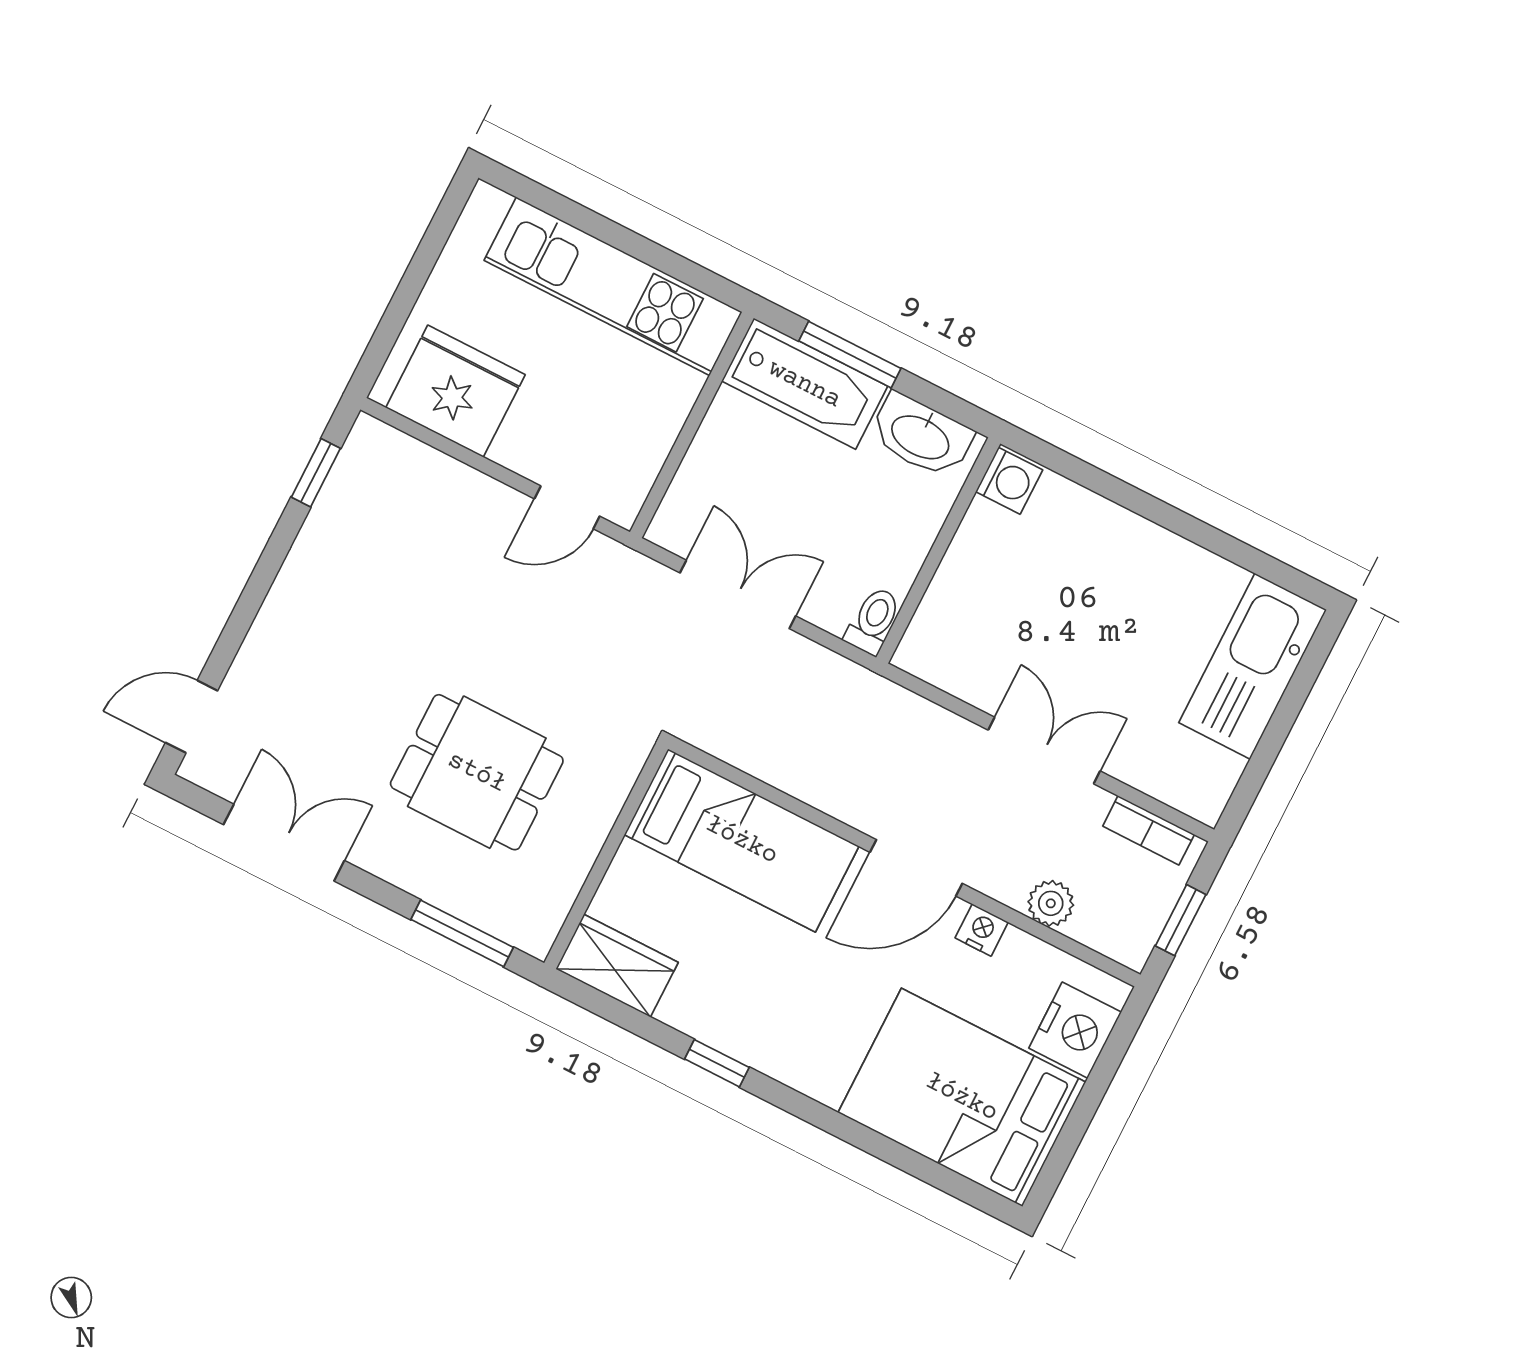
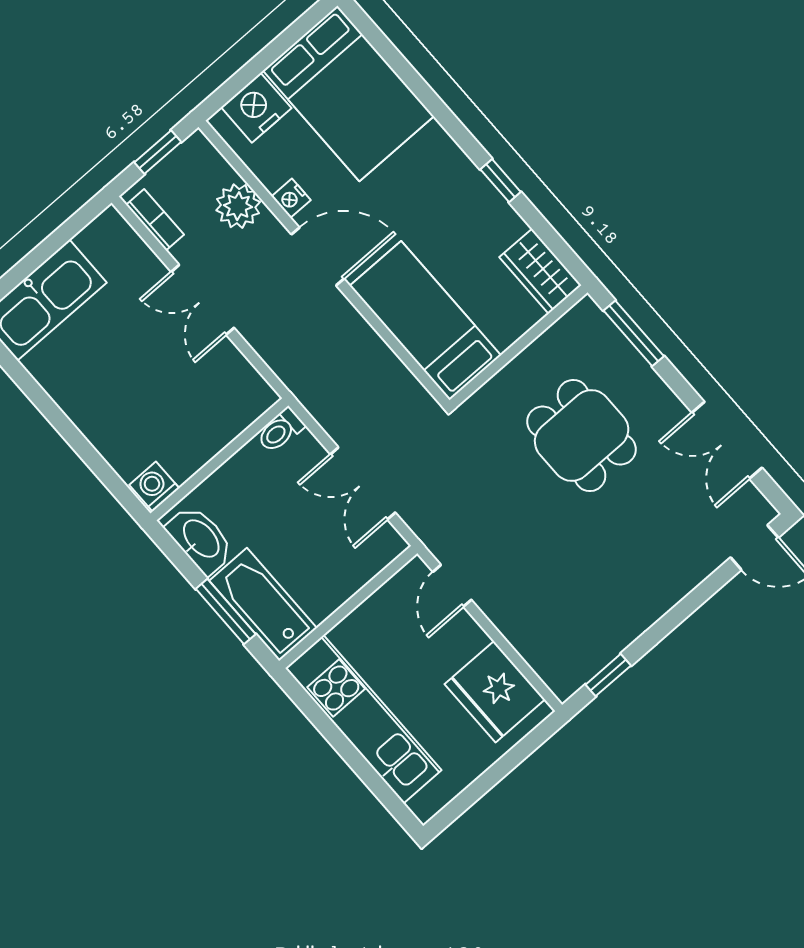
door: (567, 507) -> (452, 586), swing flipped
plant: (1051, 903) -> (238, 206), width x1.38, depth x1.38

